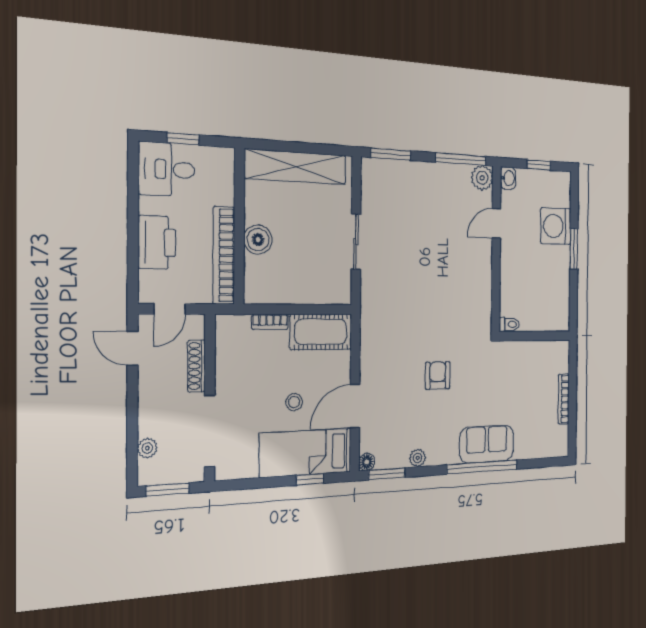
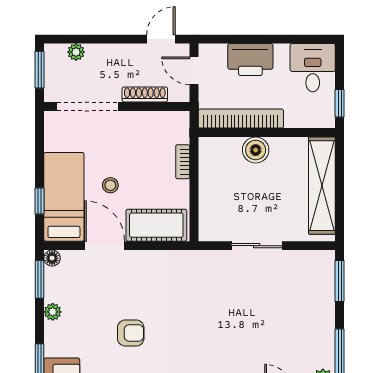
window: (183, 139) -> (340, 103), moved
cot: (321, 332) -> (156, 225), moved, turned 90

